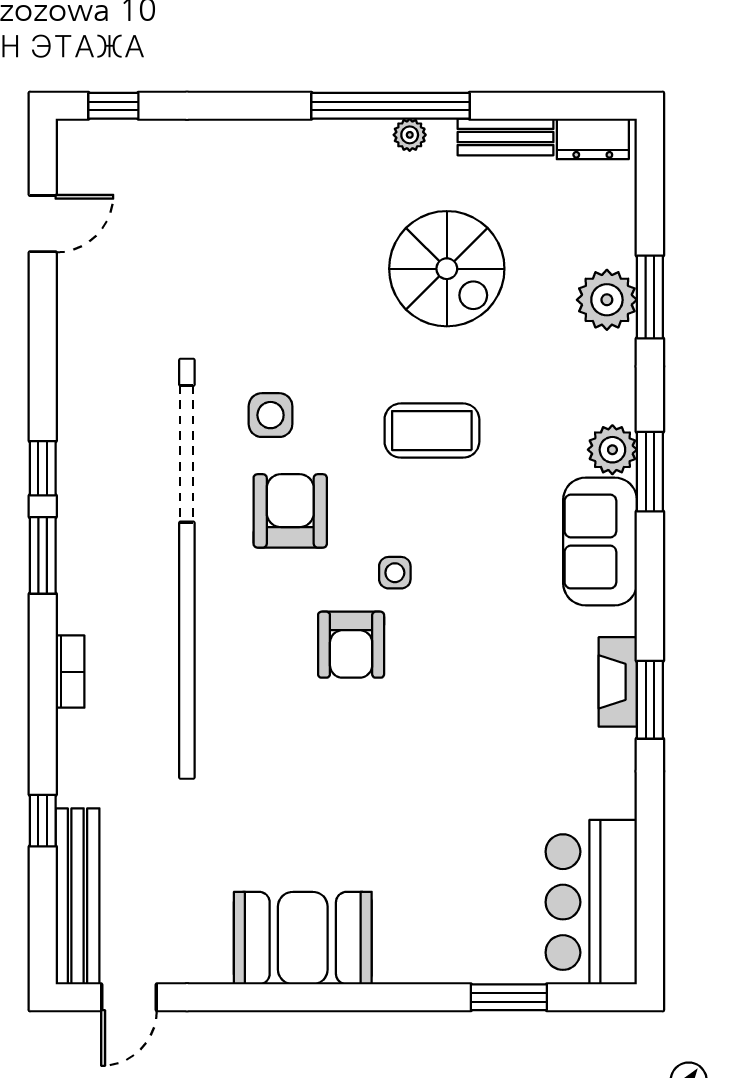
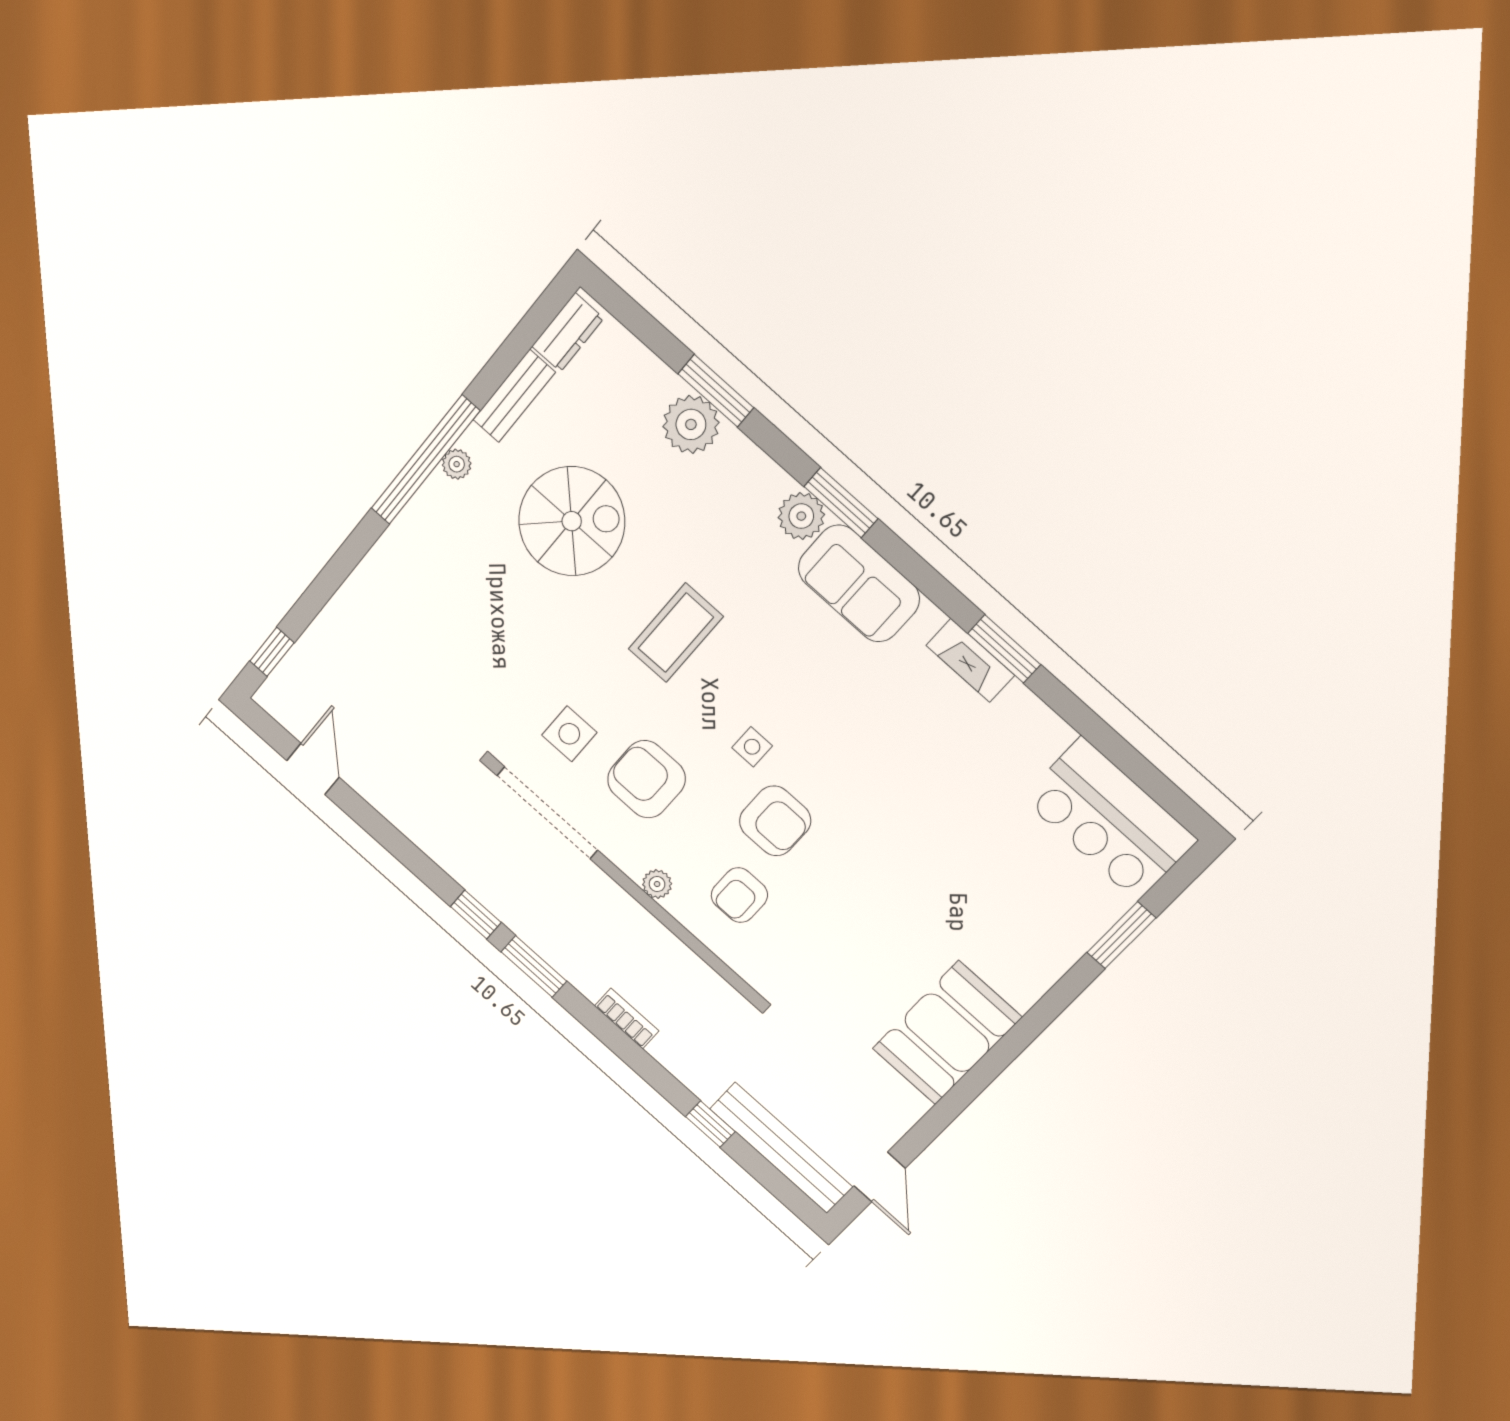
plant: (210, 596) -> (657, 884), added
armchair: (263, 671) -> (739, 895), added

